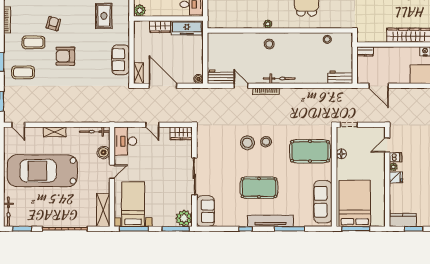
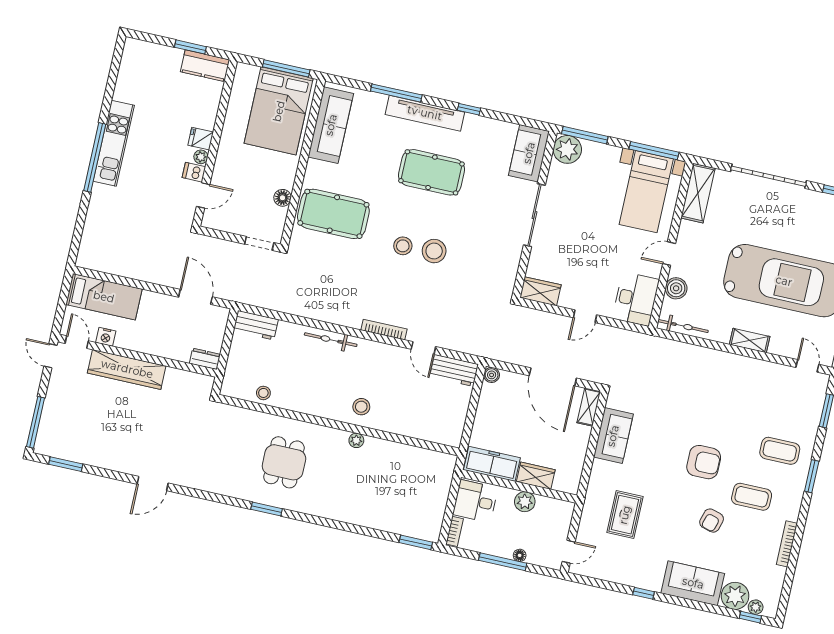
plant: (140, 10) -> (525, 502), moved
bicycle: (279, 79) -> (331, 340), moved
door: (152, 125) -> (585, 316), swing flipped

